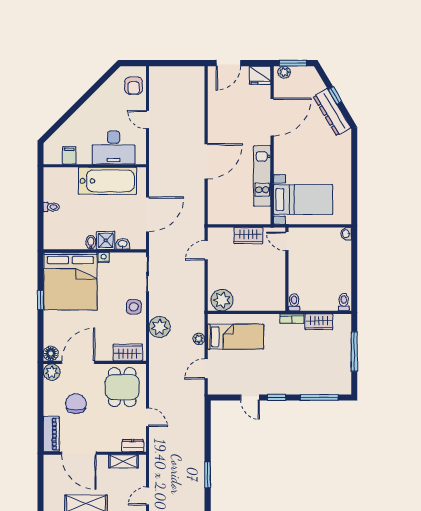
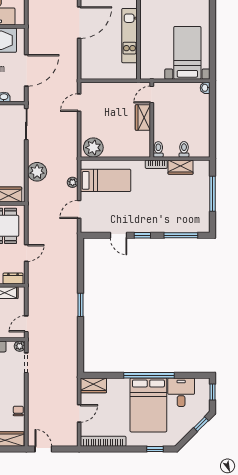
bed with nightstands: (303, 199) -> (187, 53), moved, turned -90
wardrobe: (248, 236) -> (143, 117), moved, turned 90
door: (287, 241) -> (152, 95), hinge flipped
toilet: (344, 302) -> (184, 149), moved
side table: (134, 307) -> (14, 154), removed
door: (148, 417) -> (26, 253), hinge flipped

